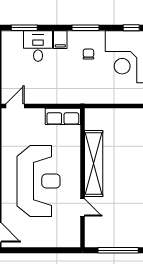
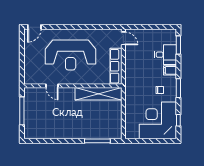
row of seats: (63, 116) -> (116, 66), width x1.48
shelving: (94, 163) -> (99, 94), moved
door: (82, 207) -> (52, 86), hinge flipped

